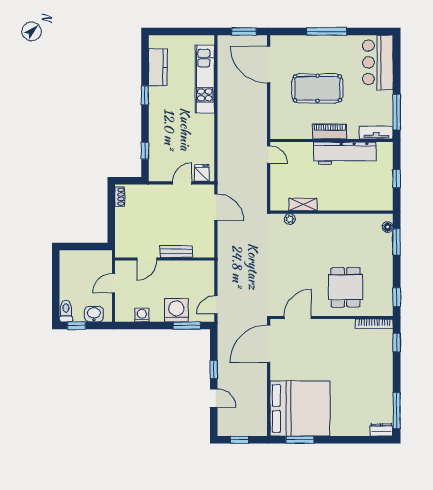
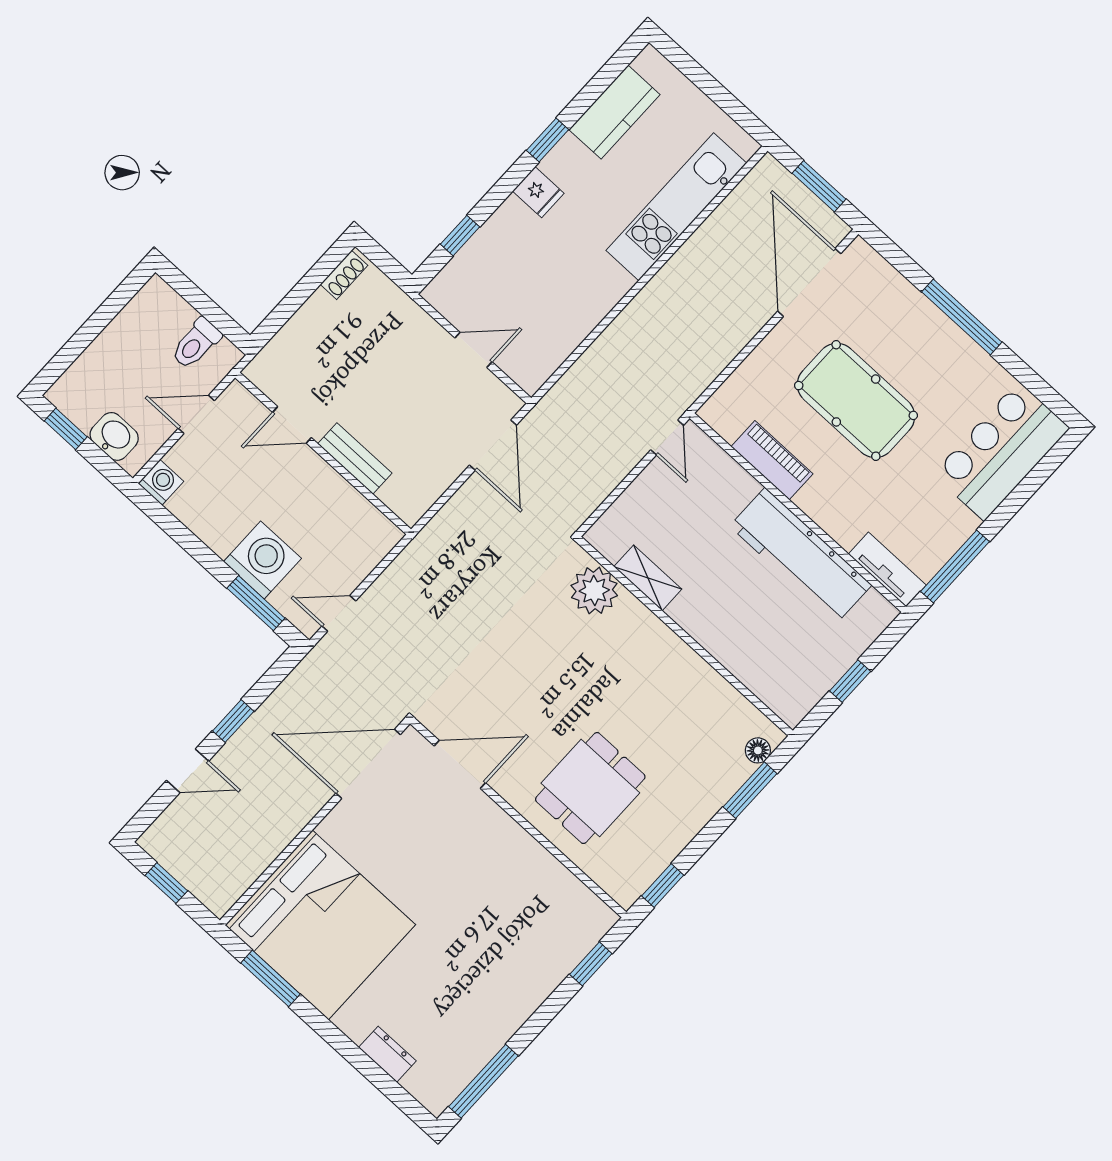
piano: (330, 131) -> (772, 460), moved
fridge: (202, 173) -> (538, 192), moved, turned 90
plant: (290, 219) -> (594, 590), width x1.87, depth x1.87
toilet: (66, 311) -> (196, 343), moved, turned 180
washing machine: (142, 315) -> (161, 482), moved
bookcase: (374, 324) -> (582, 896), removed
door: (214, 398) -> (188, 771), hinge flipped
dresser: (381, 430) -> (387, 1054), moved

